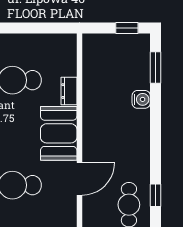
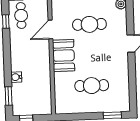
dresser: (69, 91) -> (58, 80), removed

